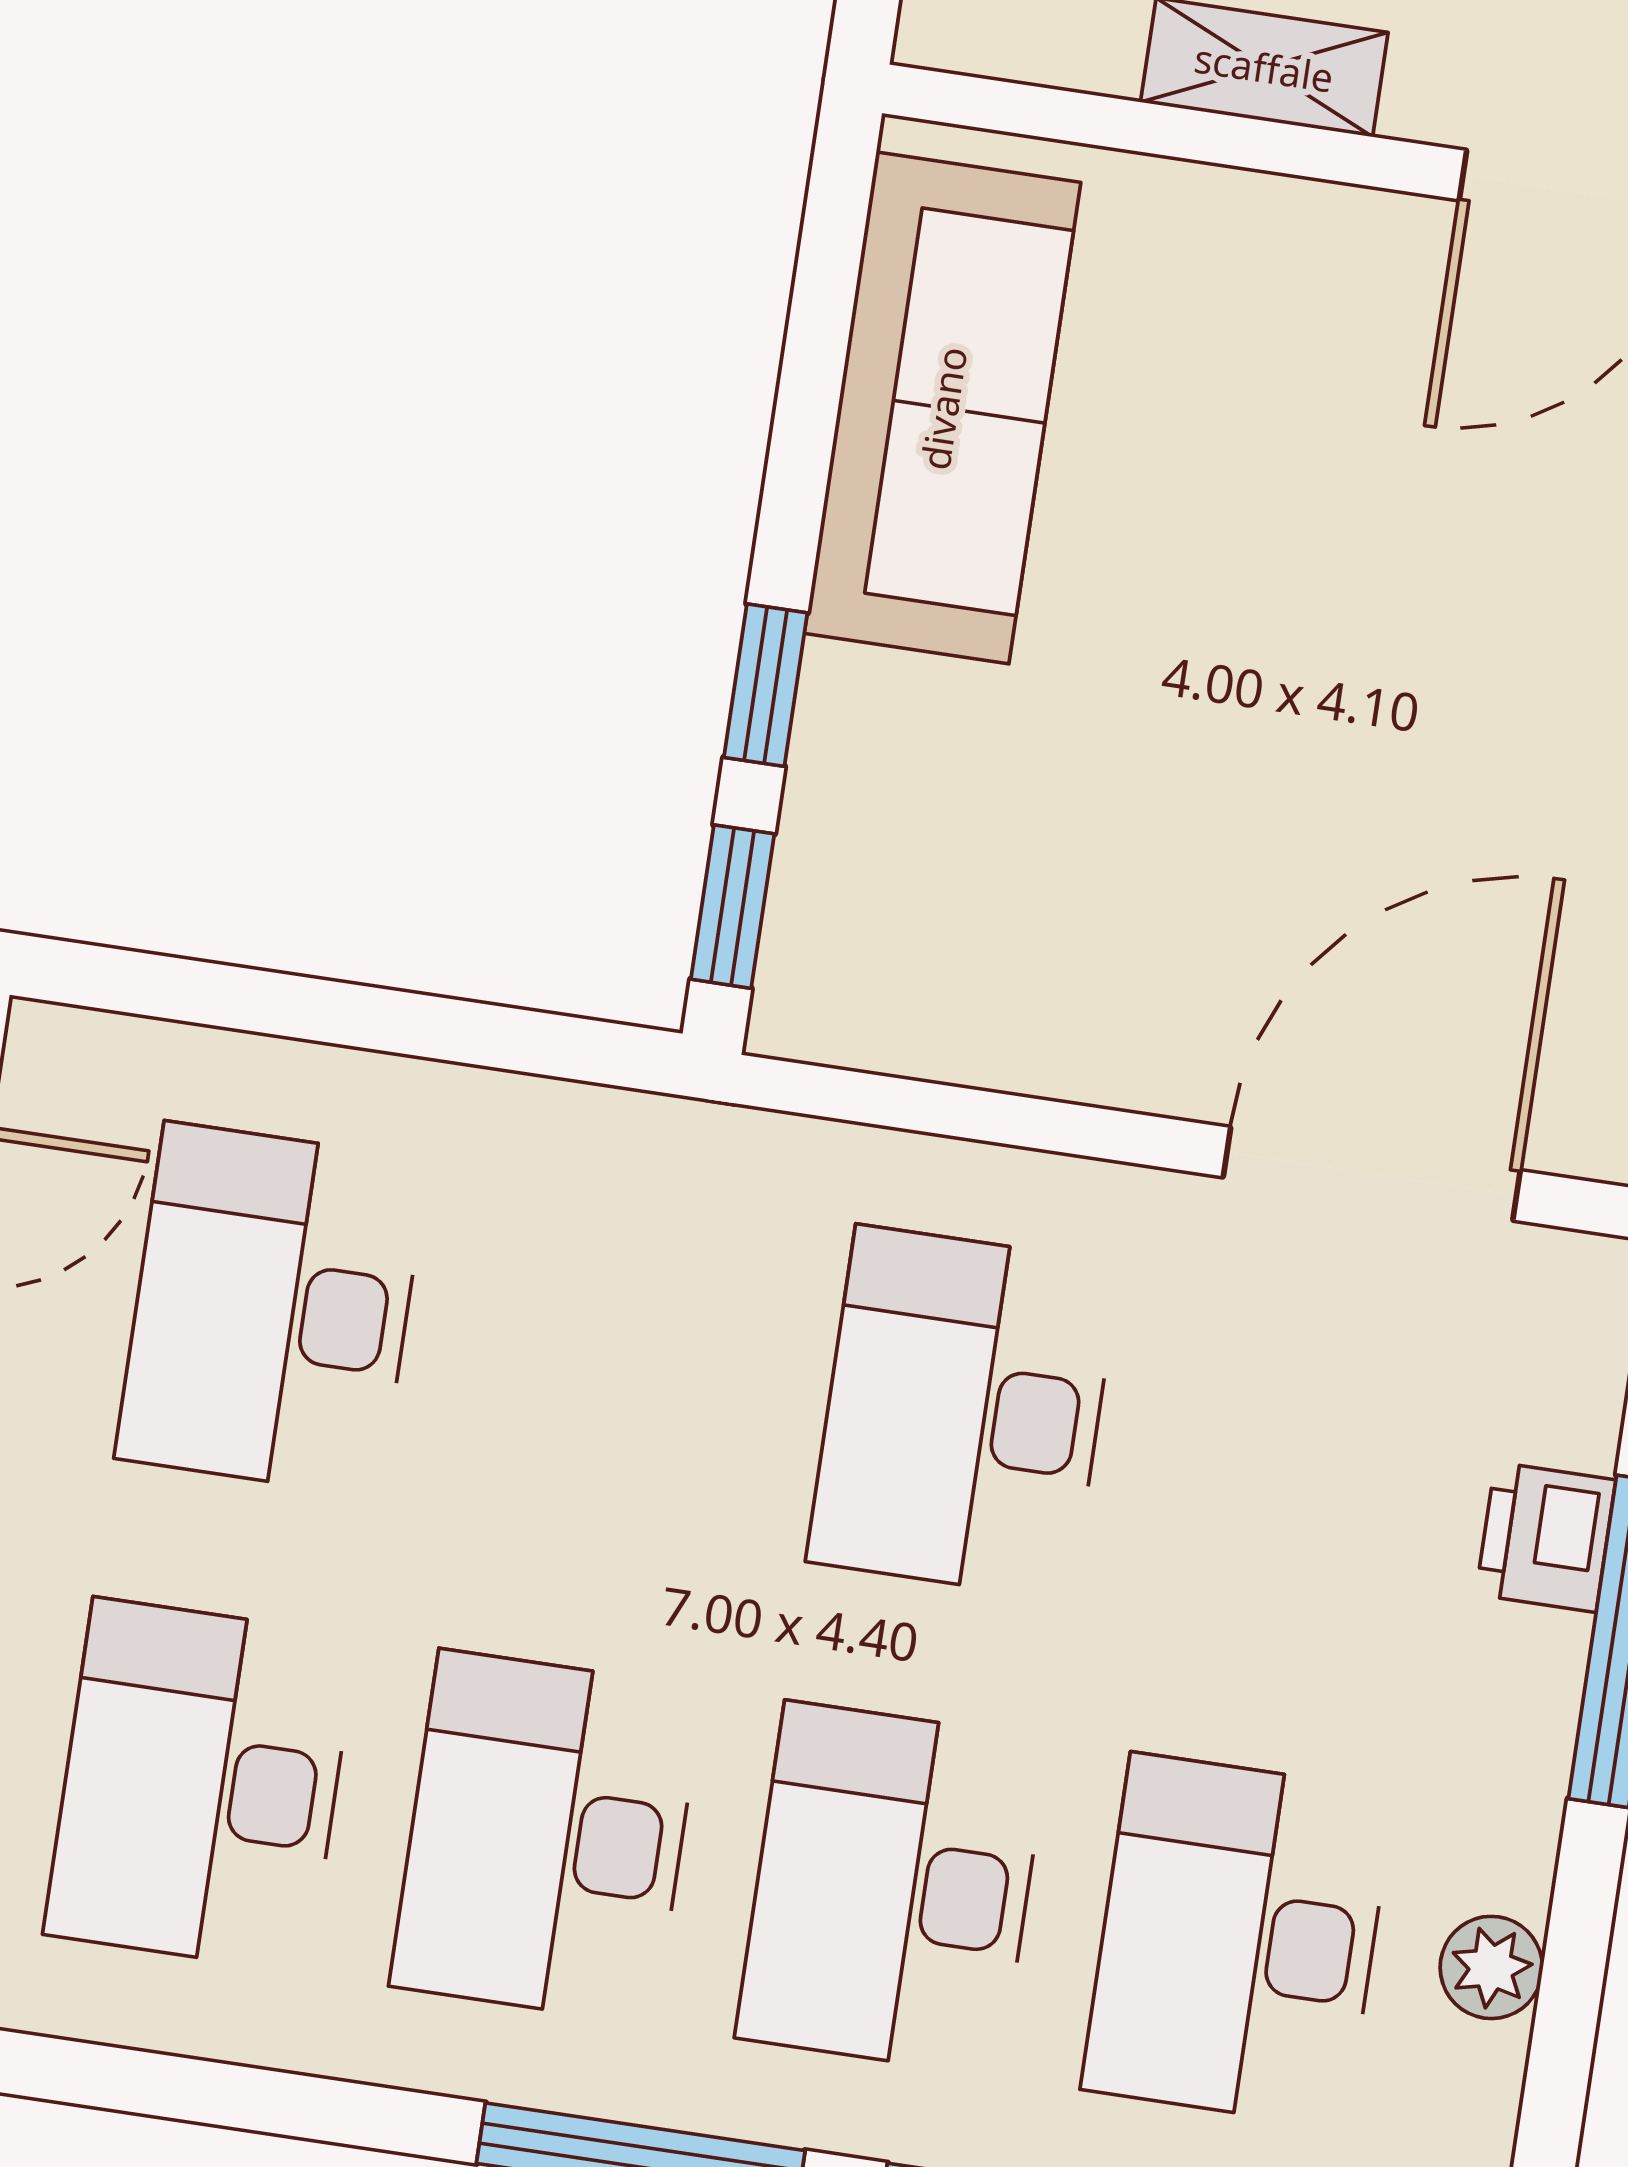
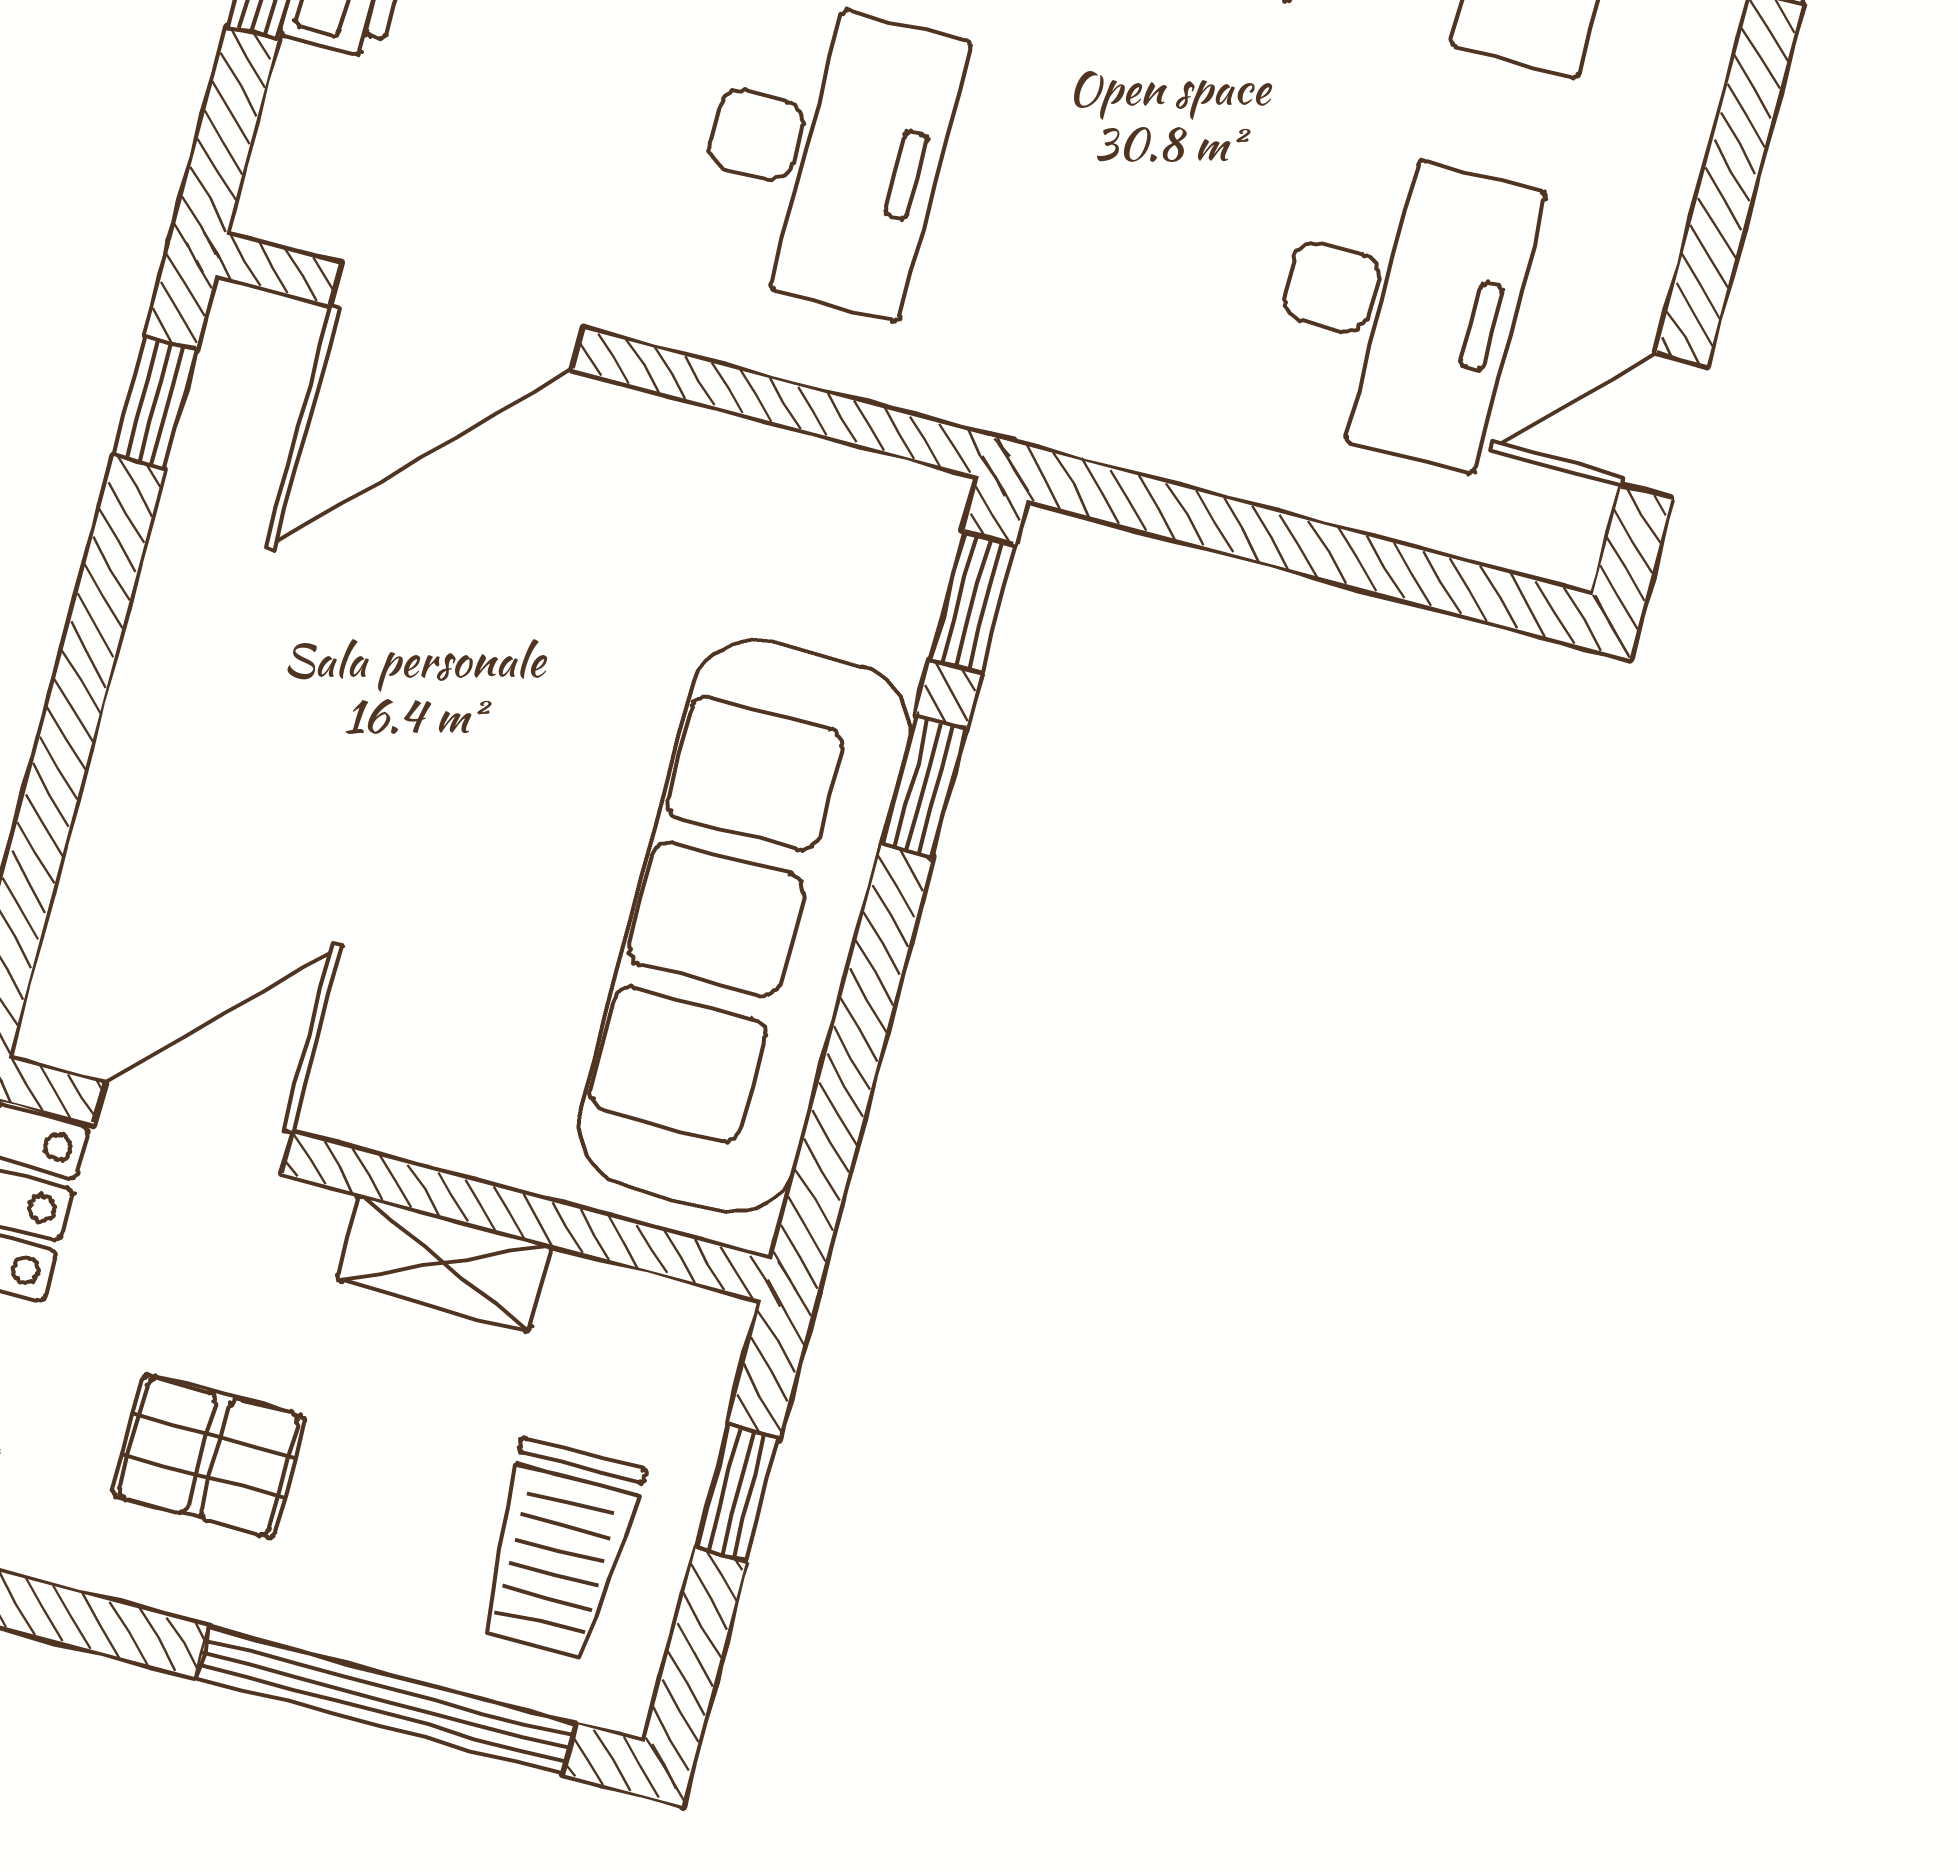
sofa: (943, 408) -> (744, 927), width x1.36, depth x1.27

